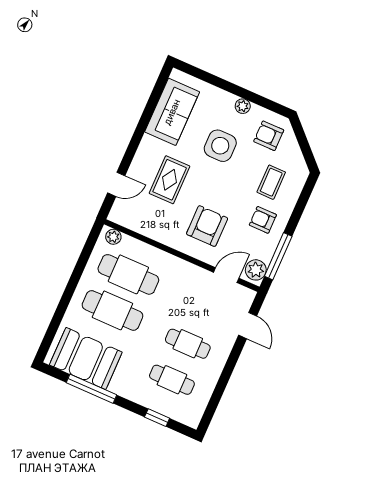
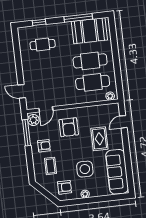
sofa: (172, 112) -> (117, 172), width x1.36
cafe table: (188, 344) -> (45, 66), removed

